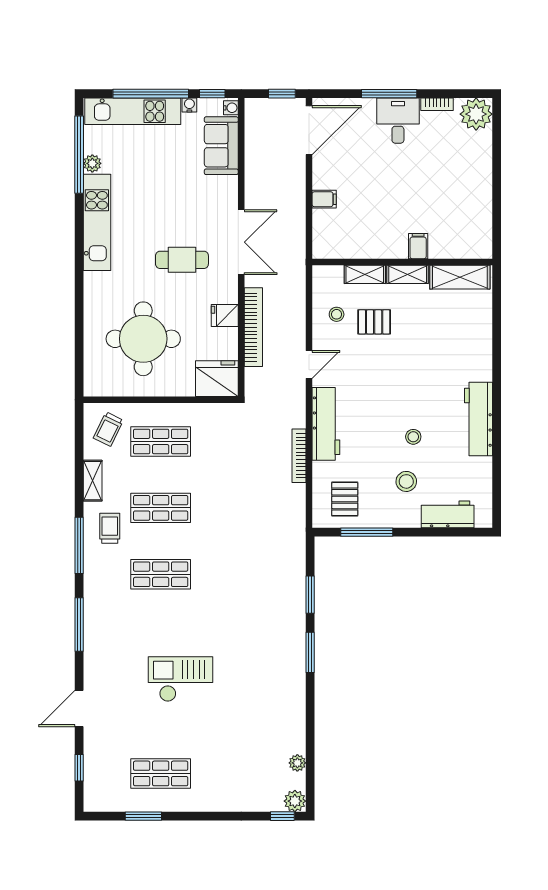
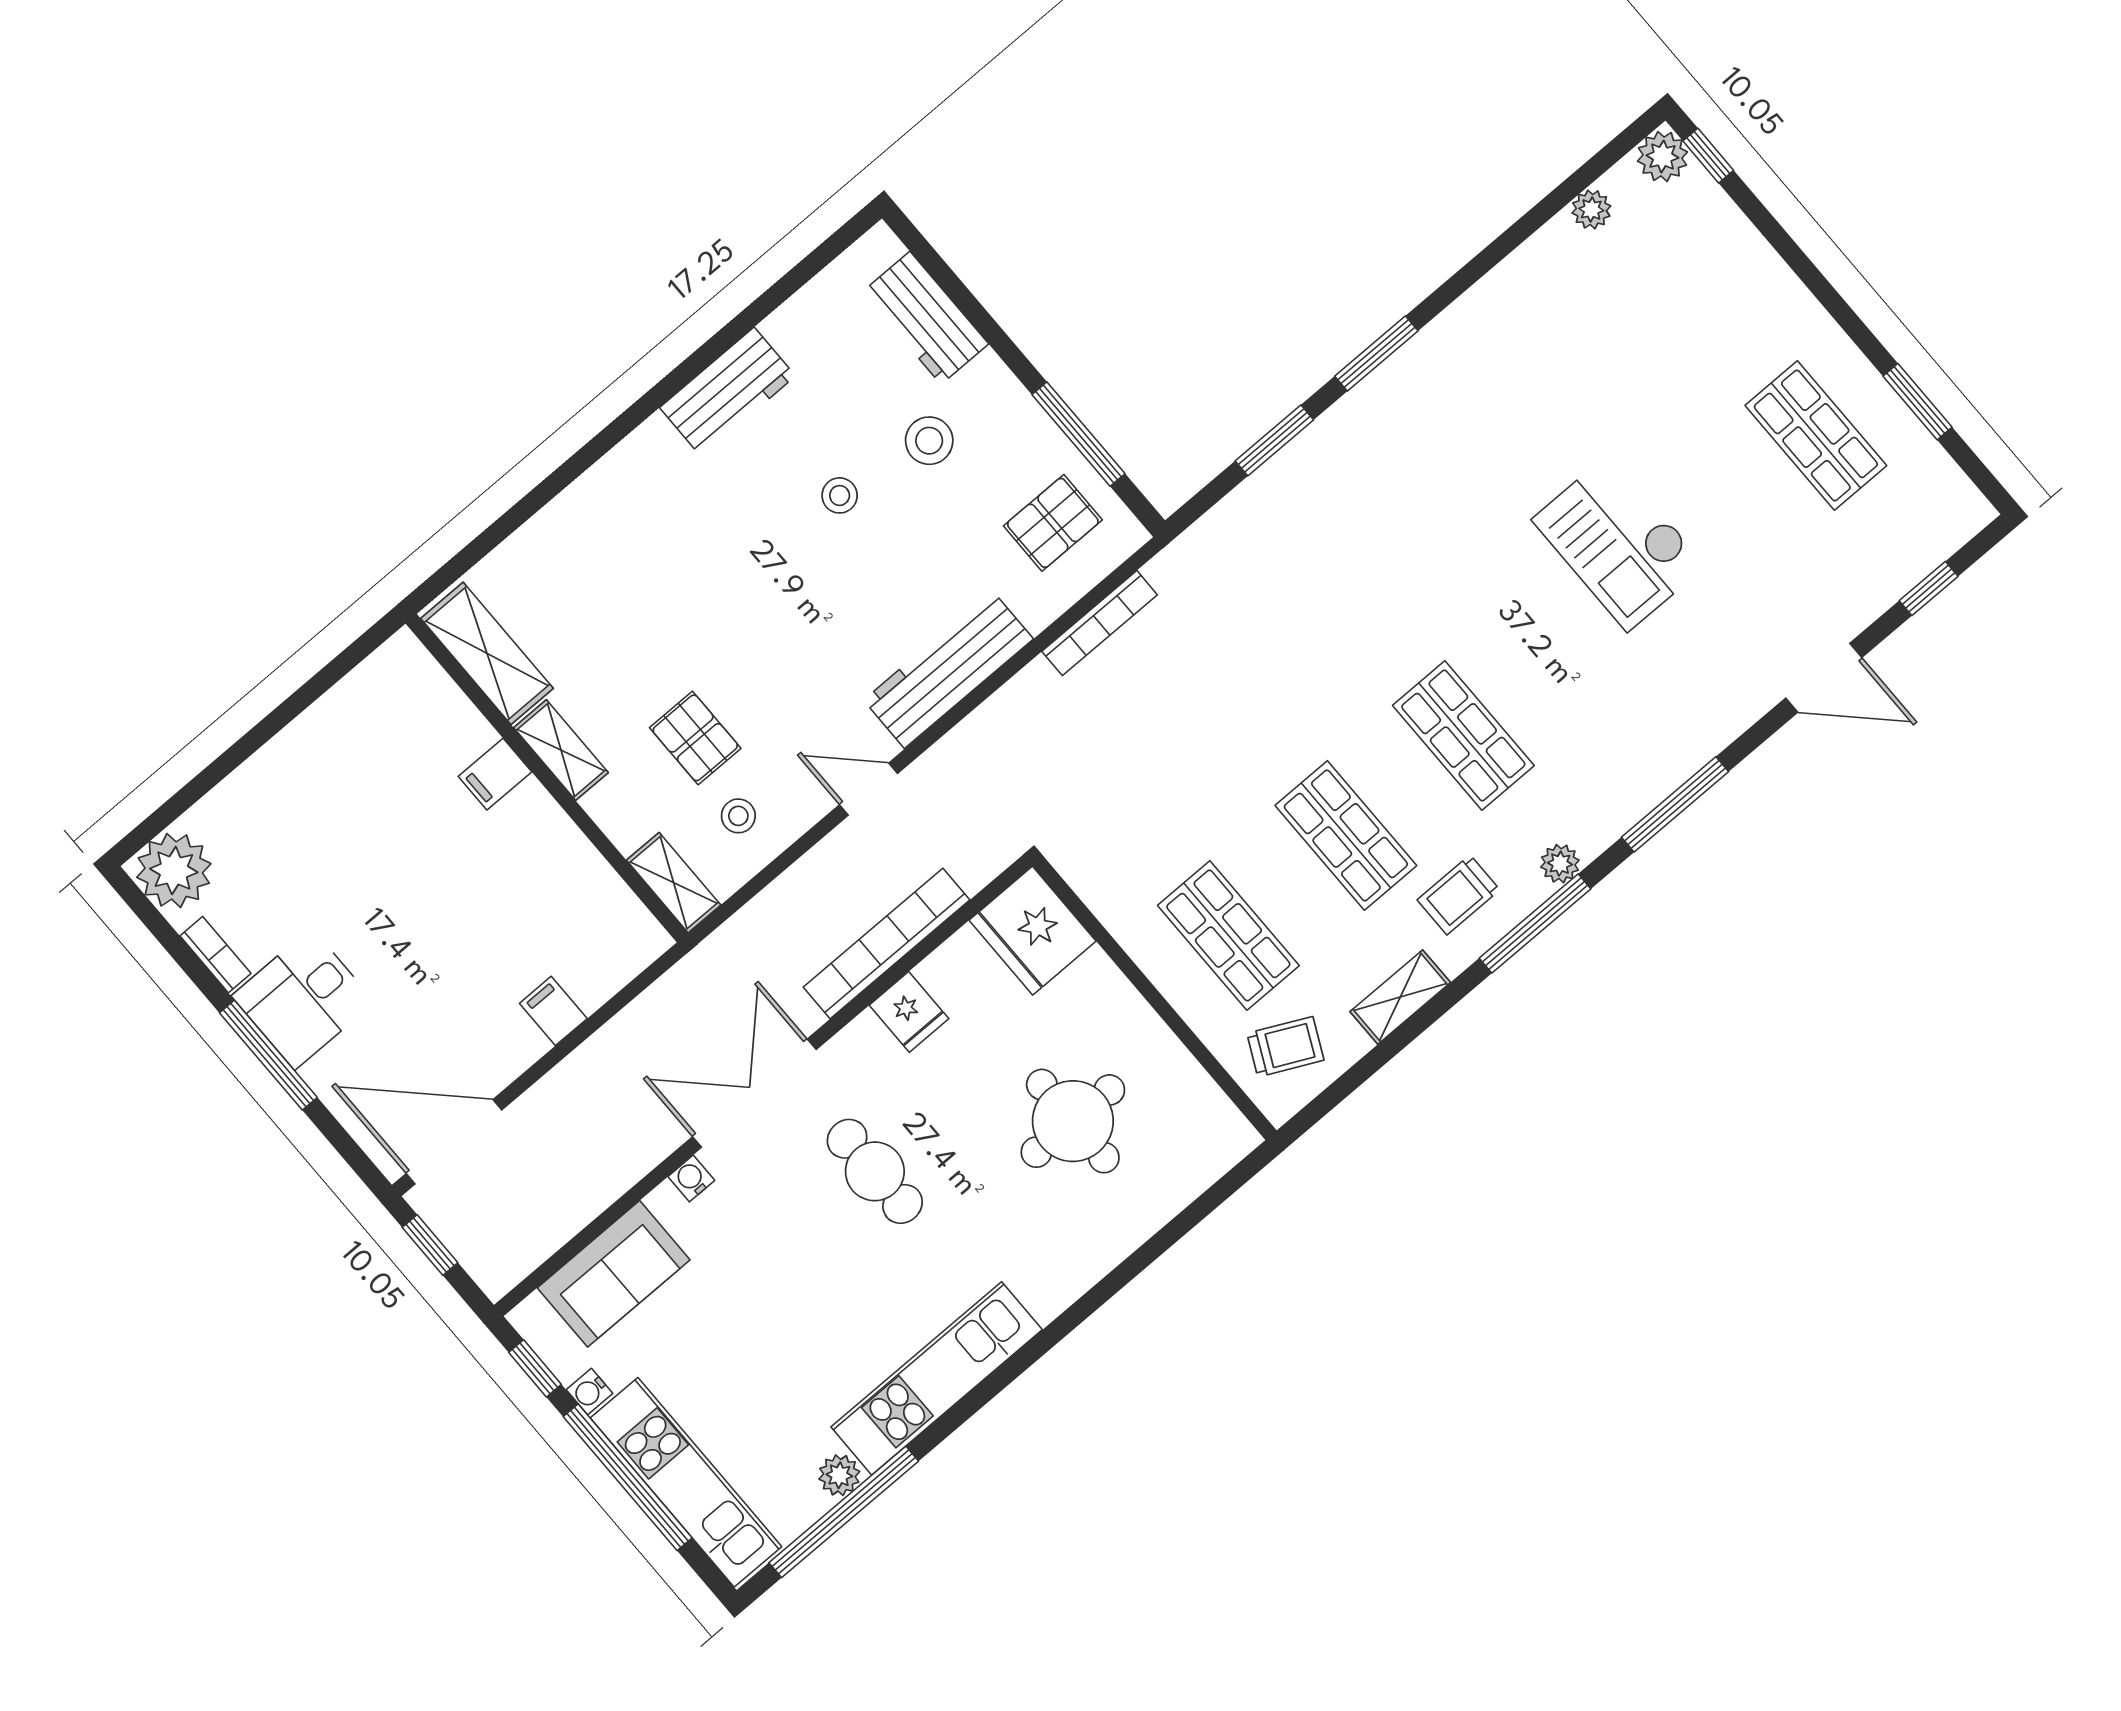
water cooler: (231, 108) -> (691, 1178), moved
shelving: (365, 274) -> (674, 883), moved
round table: (143, 339) -> (1073, 1121), width x0.73, depth x0.73
workbench: (479, 419) -> (728, 392), width x0.73
bookcase: (299, 456) -> (1100, 623), moved
plant: (92, 570) -> (1560, 864), added

